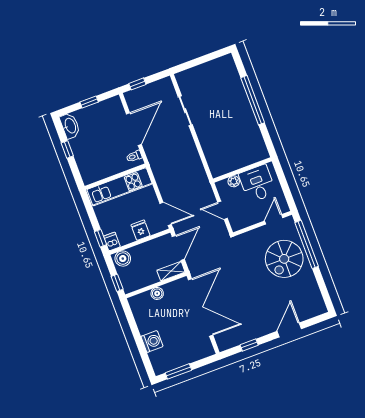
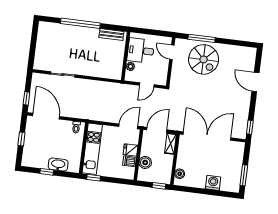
washbasin: (70, 126) -> (58, 165), moved
door: (134, 129) -> (46, 116), moved
bench: (258, 141) -> (111, 34), added
window: (100, 238) -> (94, 178), moved
dishwasher: (112, 242) -> (130, 161), moved
window: (307, 244) -> (202, 38), width x0.68
door: (178, 248) -> (157, 130), hinge flipped
boiler: (123, 259) -> (145, 162), moved
boiler: (157, 293) -> (180, 174), moved
window: (249, 345) -> (250, 127), moved

